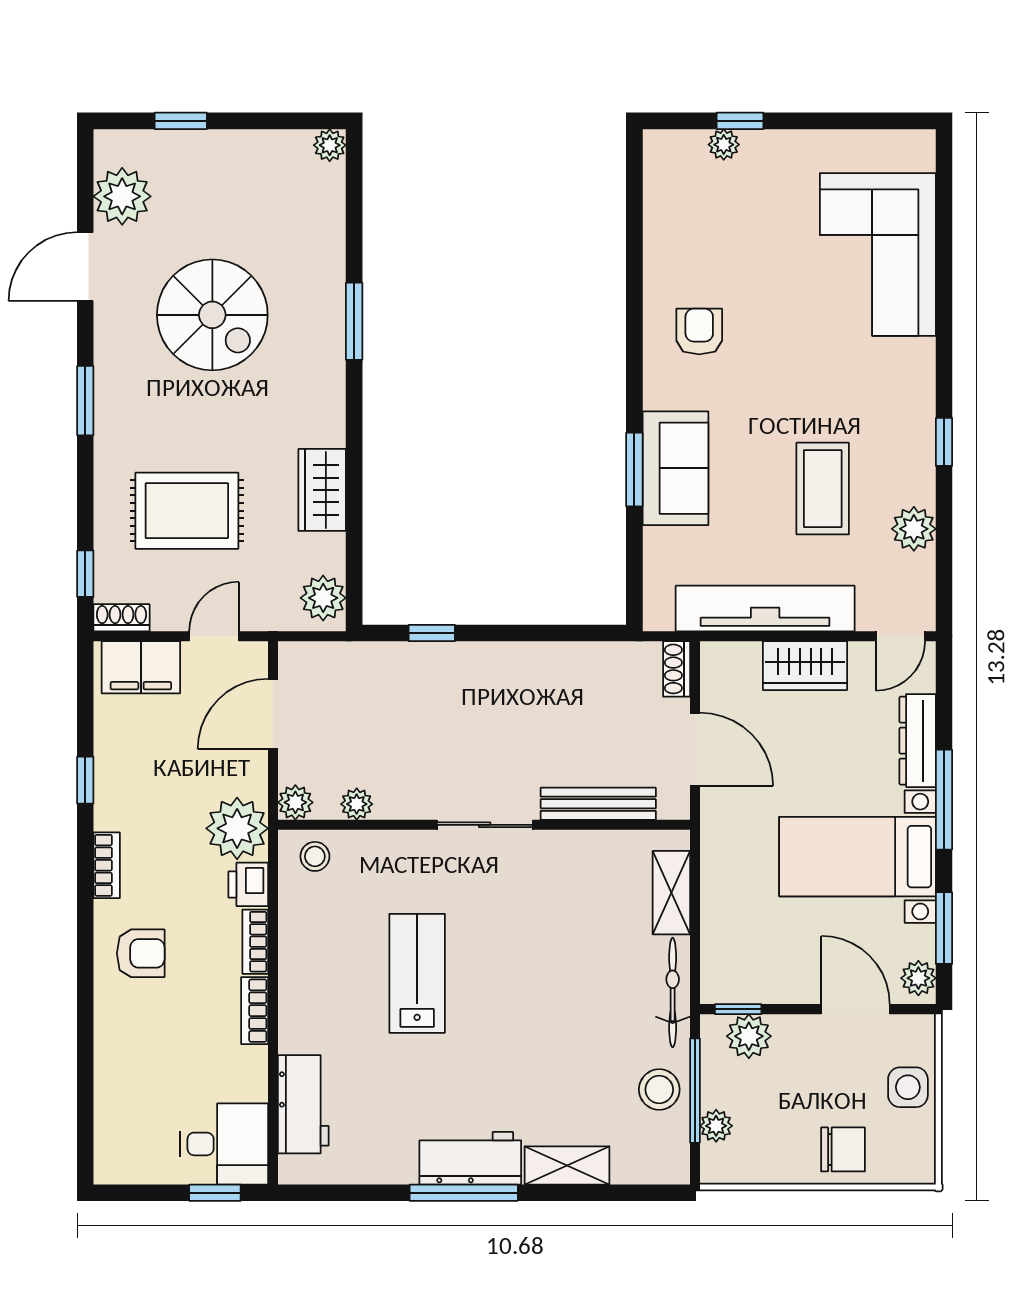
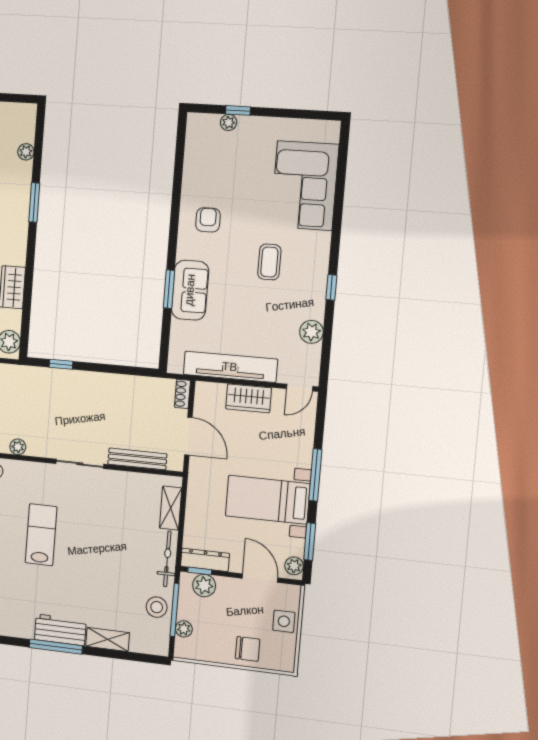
plant: (330, 145) -> (26, 152), moved
coffee table: (823, 489) -> (269, 262), moved, width x0.73, depth x0.77
dresser: (918, 741) -> (205, 560), moved, turned 90

